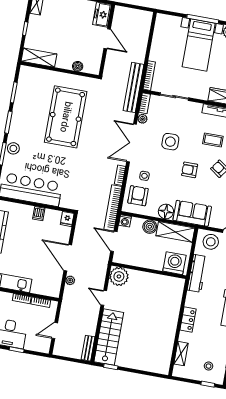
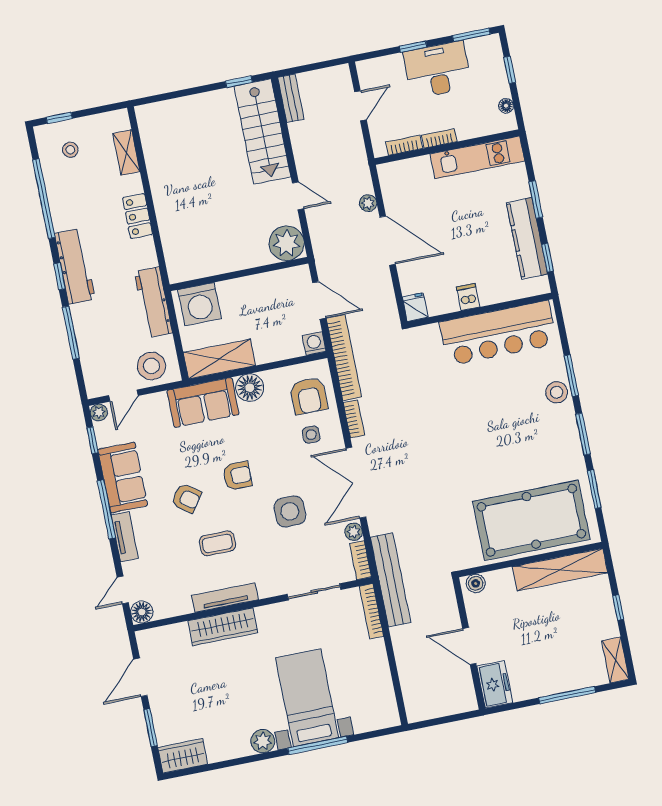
shelving: (39, 58) -> (560, 570), width x1.47
boiler: (78, 66) -> (476, 583), moved
pool table: (66, 117) -> (531, 520), moved, turned 90
double door: (132, 143) -> (356, 483), swing flipped
boiler: (150, 227) -> (267, 350), removed

